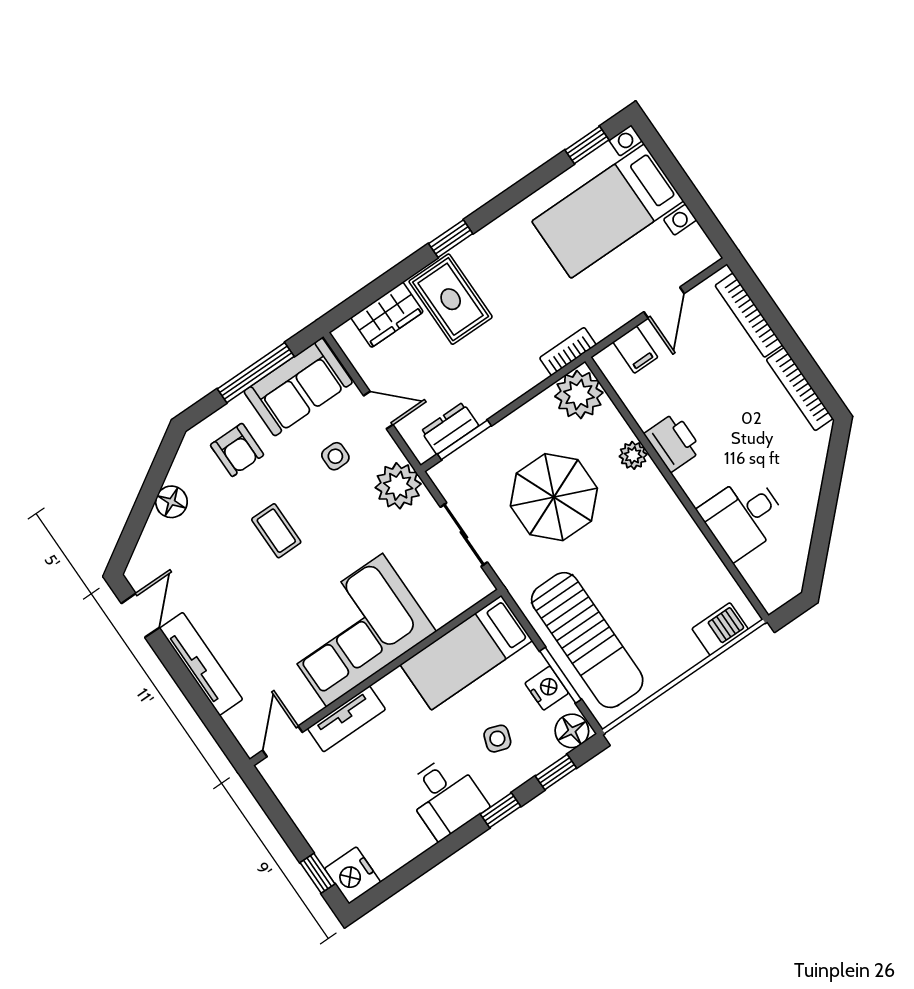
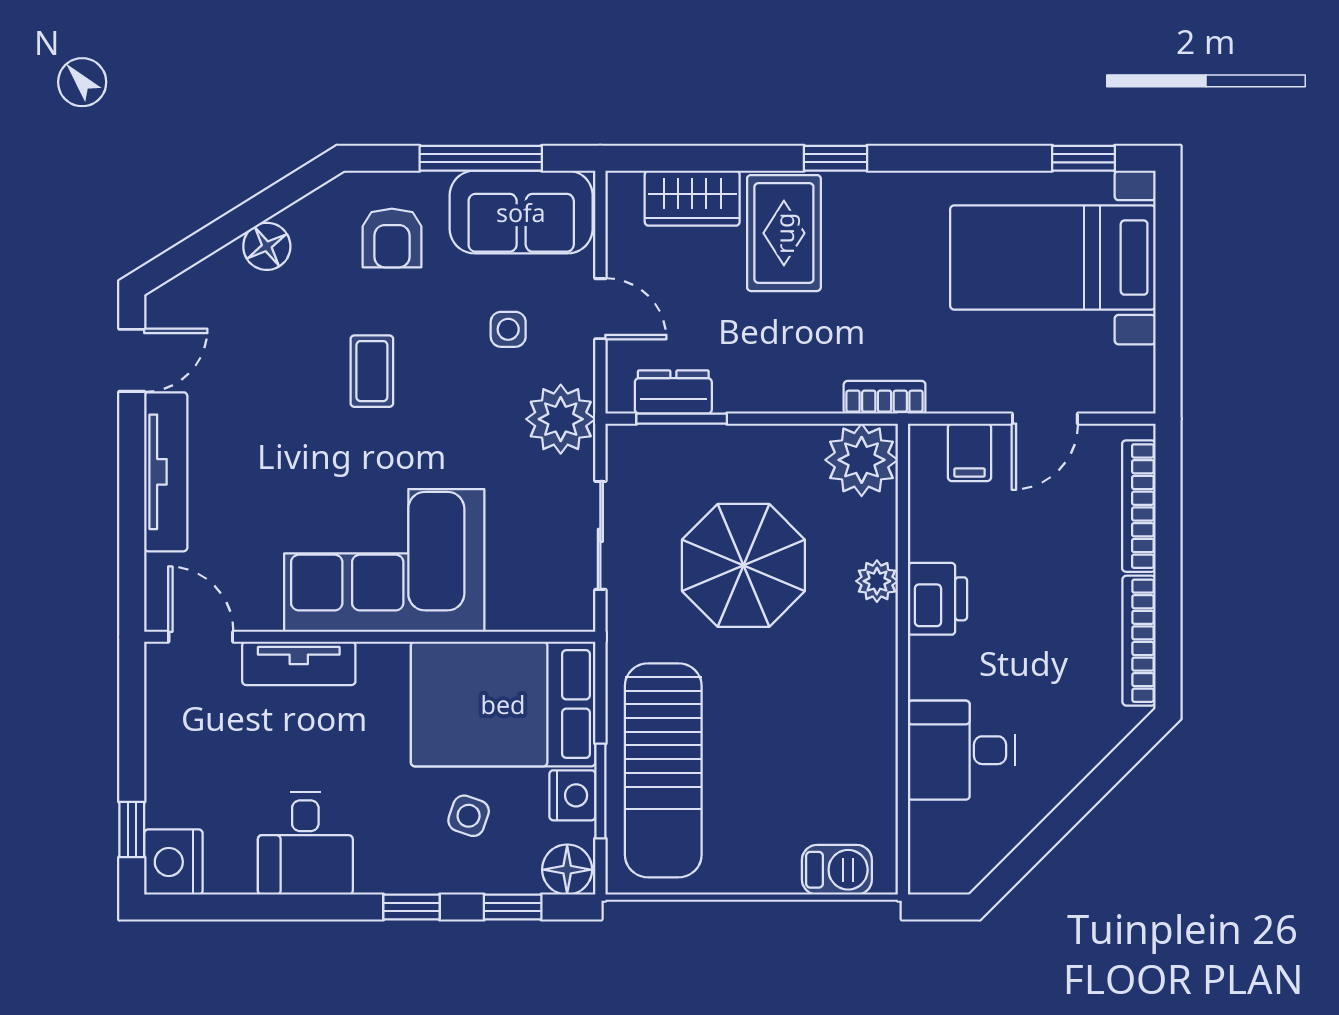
bed: (466, 653) -> (503, 704), width x1.50
door: (283, 741) -> (201, 637), hinge flipped
desk: (445, 797) -> (305, 843), moved

